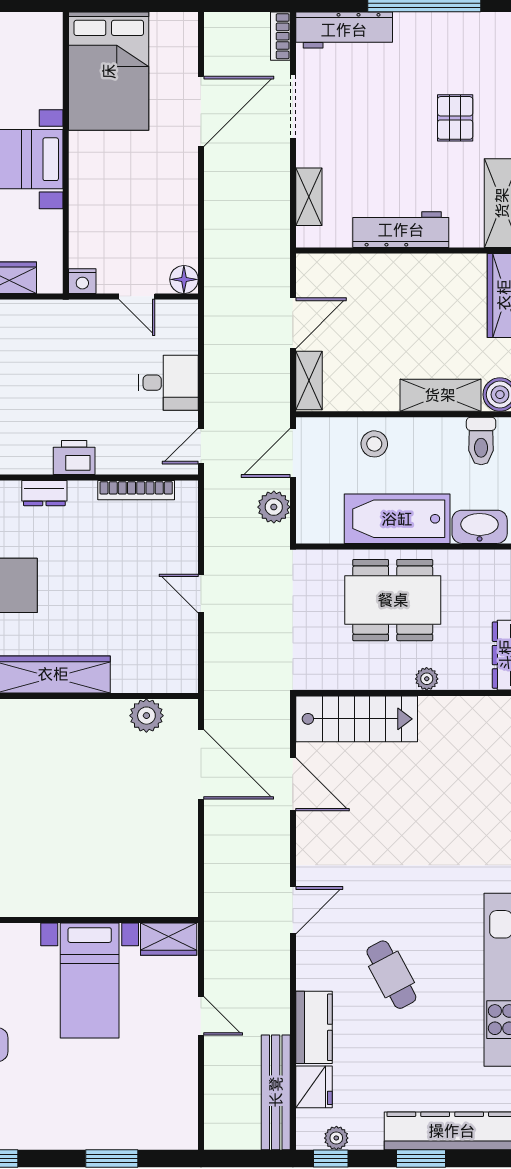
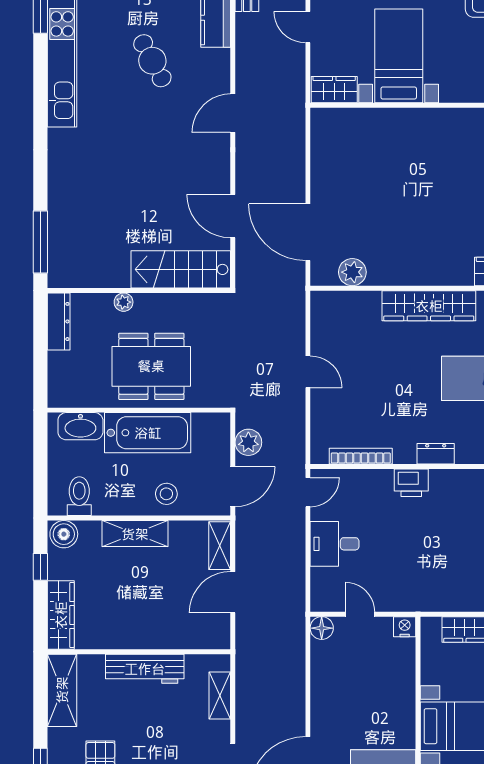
shelving: (440, 395) -> (135, 534), moved

